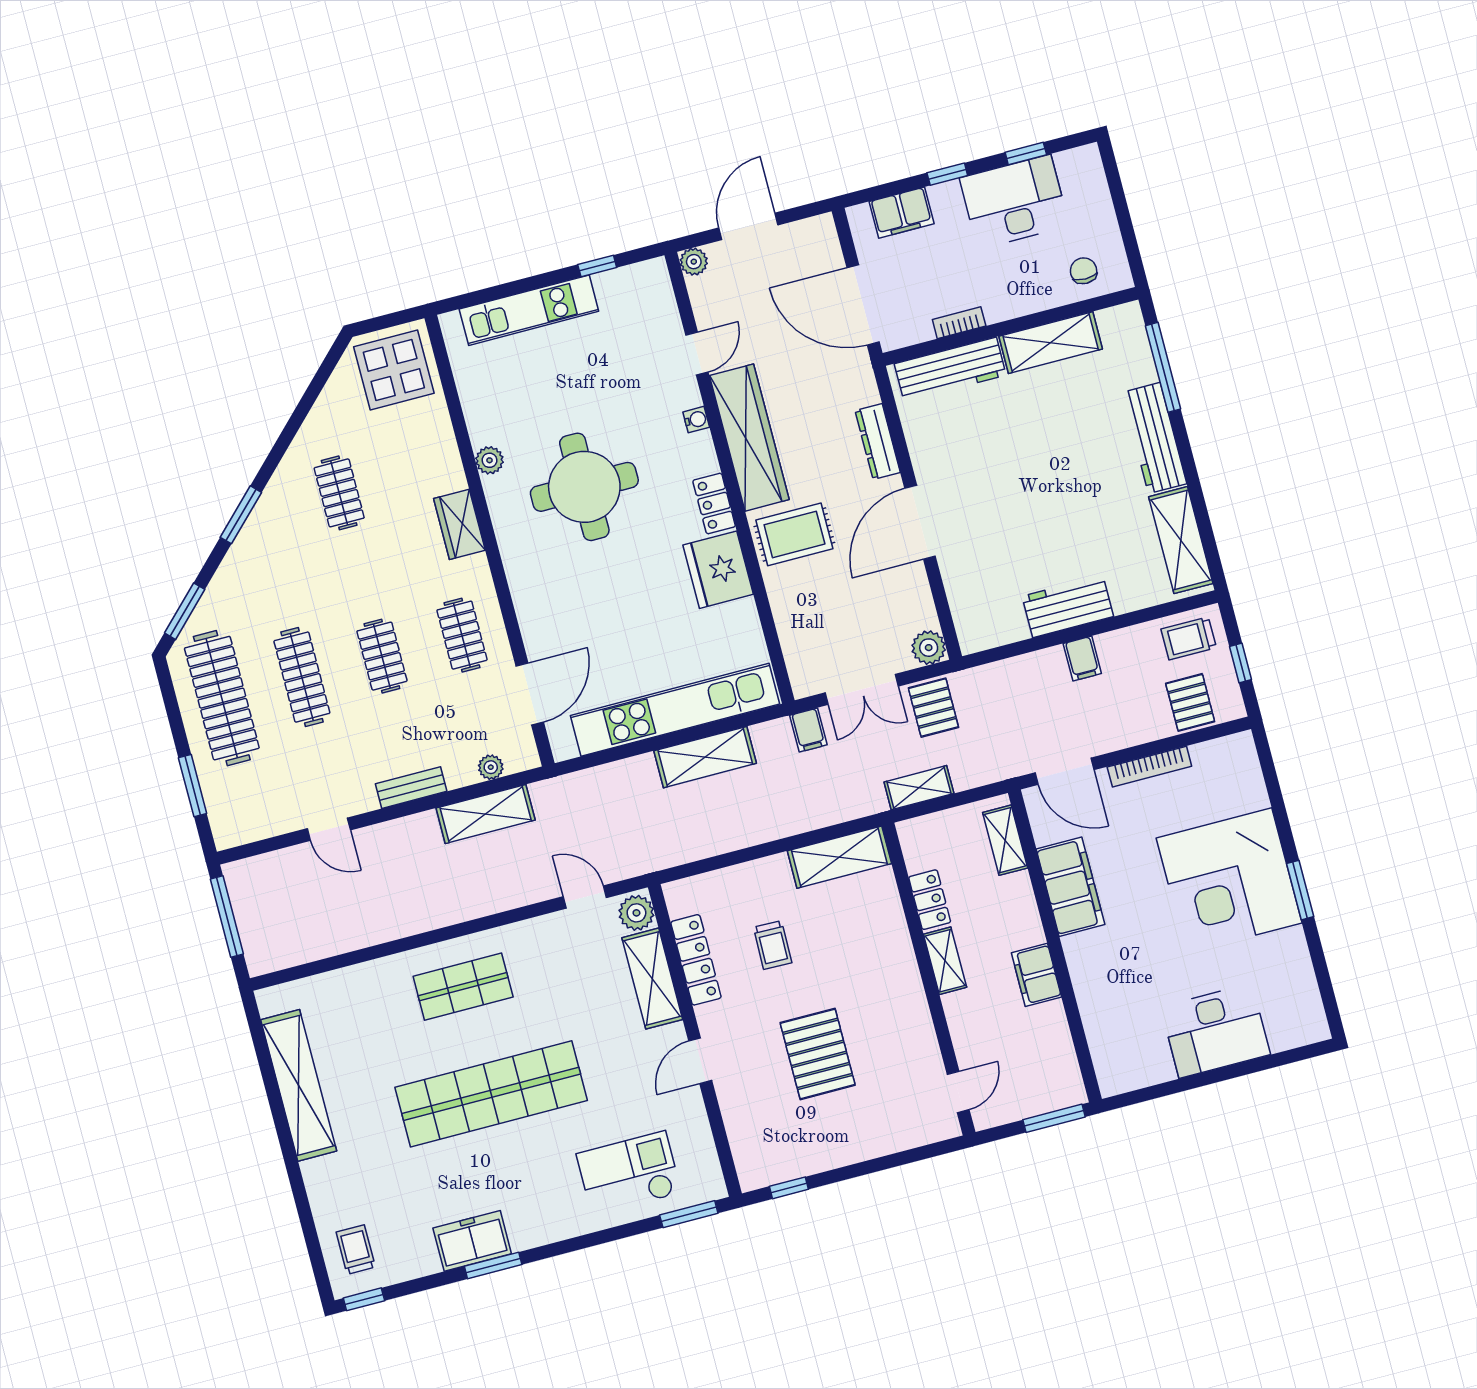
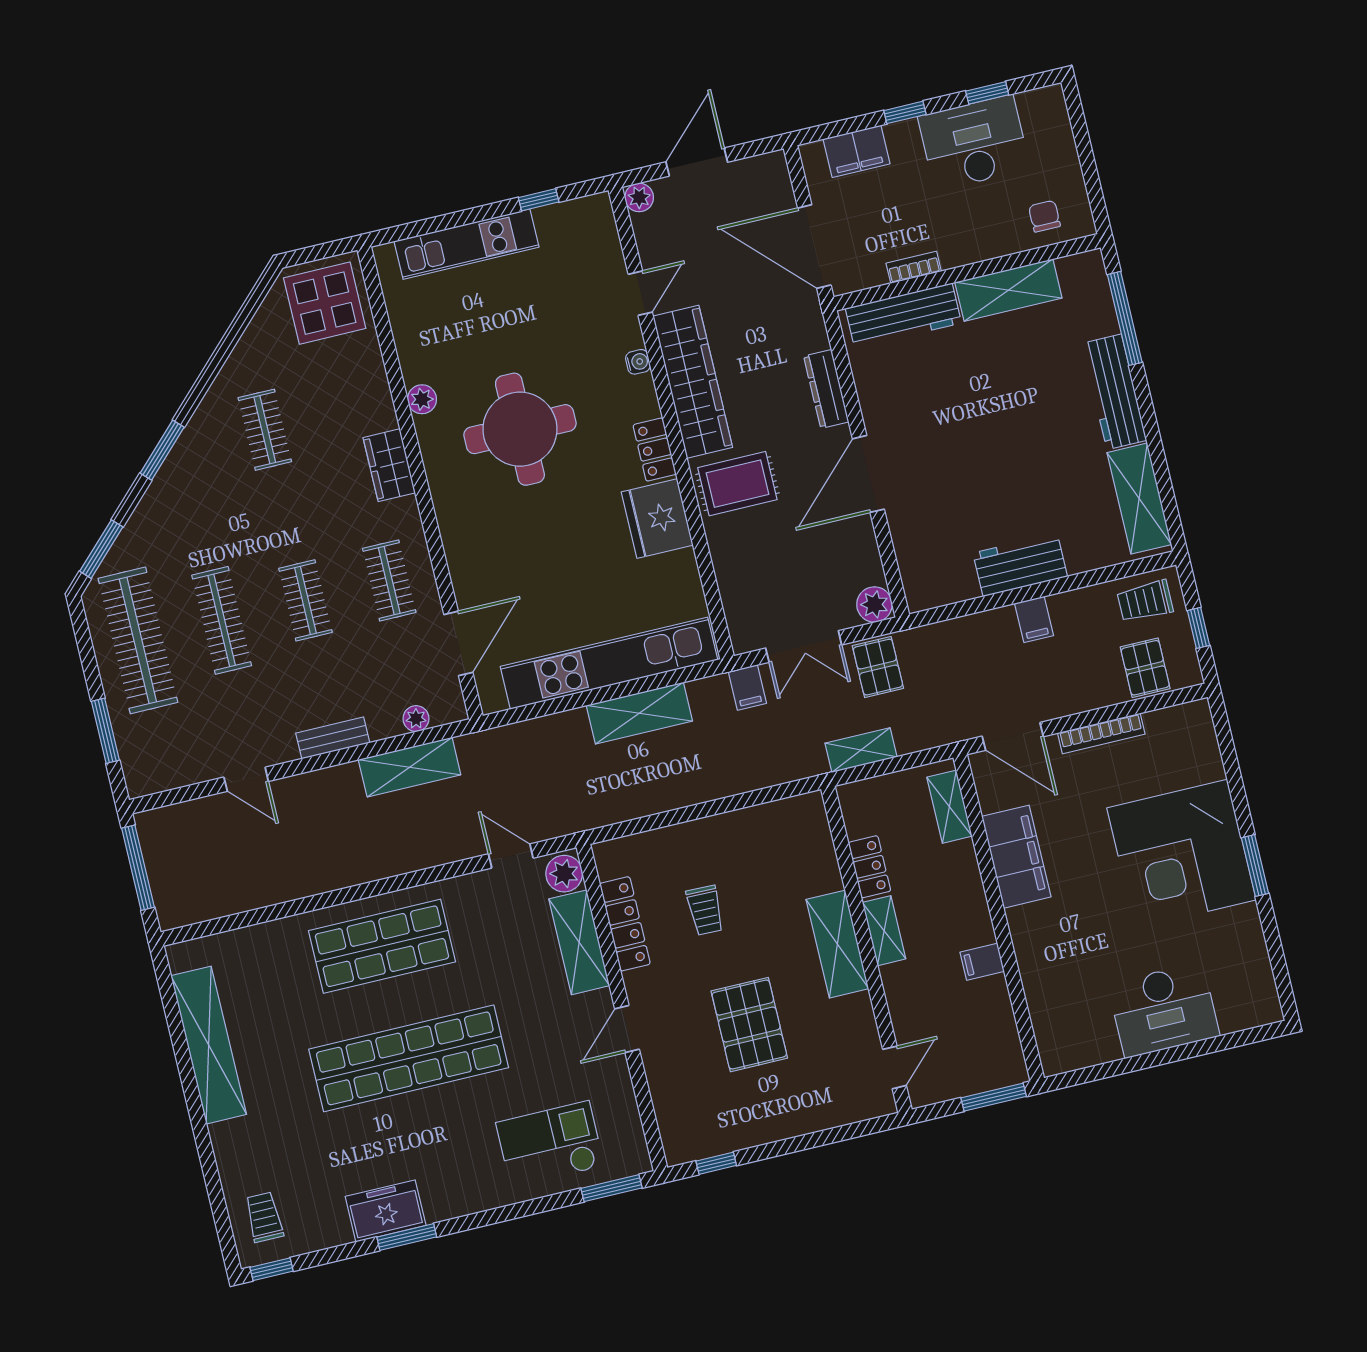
shelving: (839, 857) -> (837, 944), moved, turned 90
filing cabinet: (1036, 975) -> (982, 962), width x0.50
shop shelf: (463, 987) -> (382, 946), width x1.43, depth x1.36

